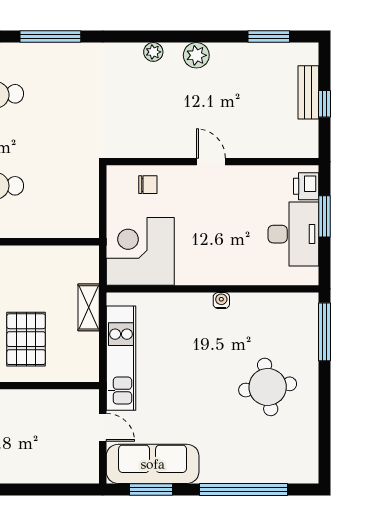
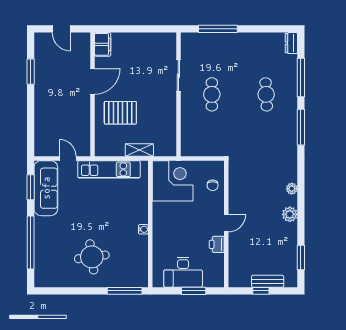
printer: (306, 186) -> (217, 244), moved, turned -90
door: (103, 427) -> (68, 158), swing flipped

